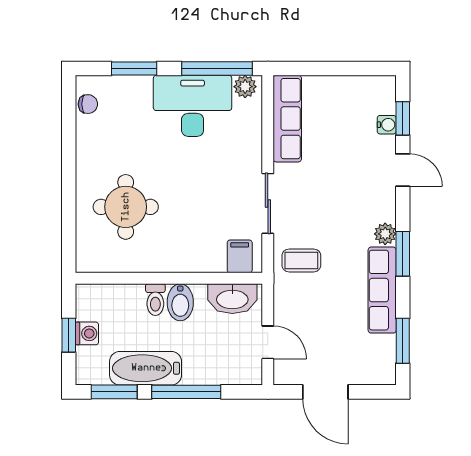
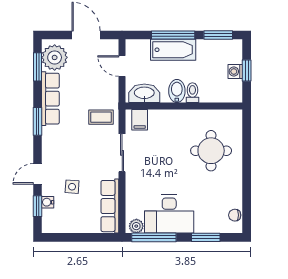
side table: (348, 149) -> (72, 187), added
door: (403, 170) -> (38, 174), hinge flipped
plant: (385, 234) -> (55, 57), moved, width x1.87, depth x1.87
bathtub: (146, 368) -> (173, 50), moved

